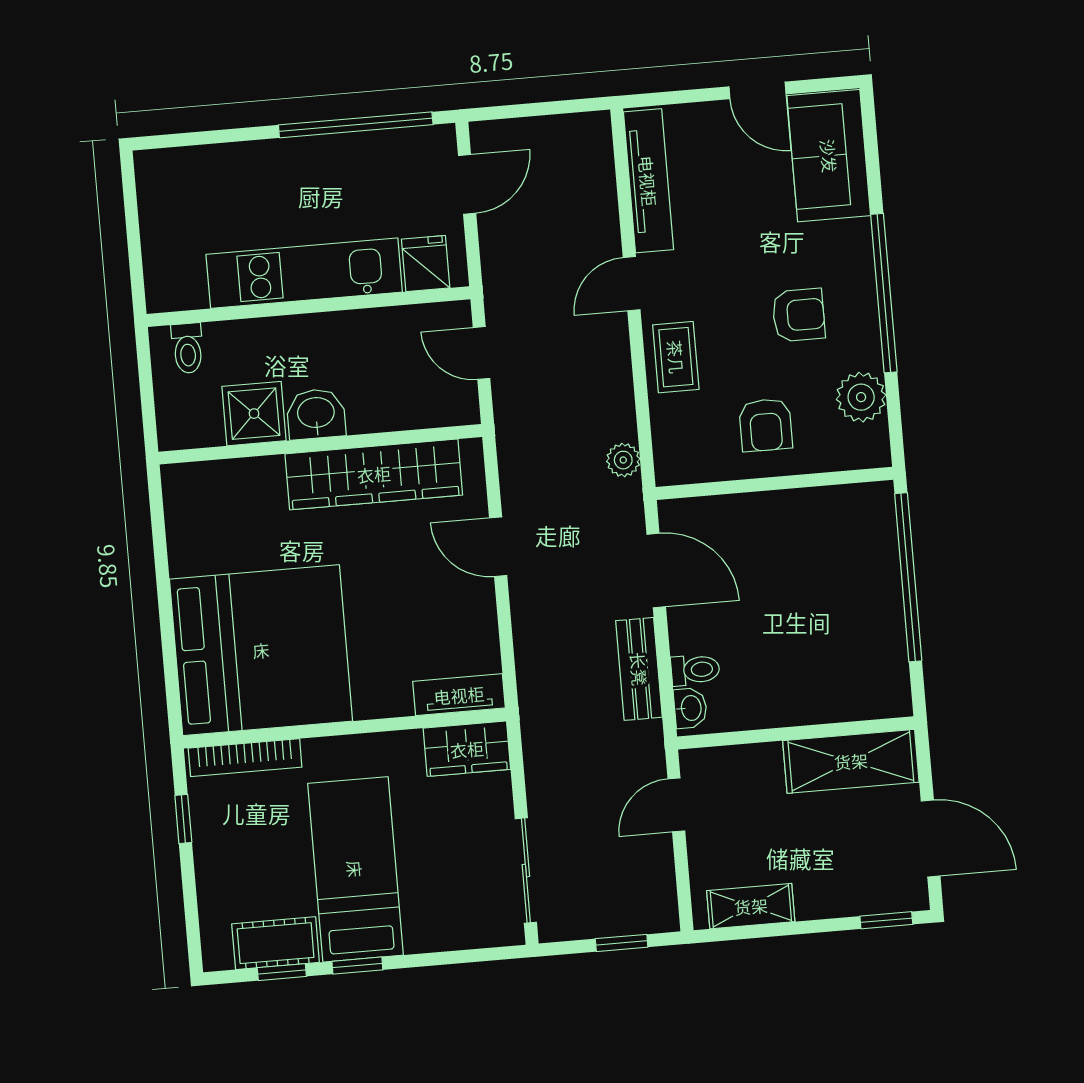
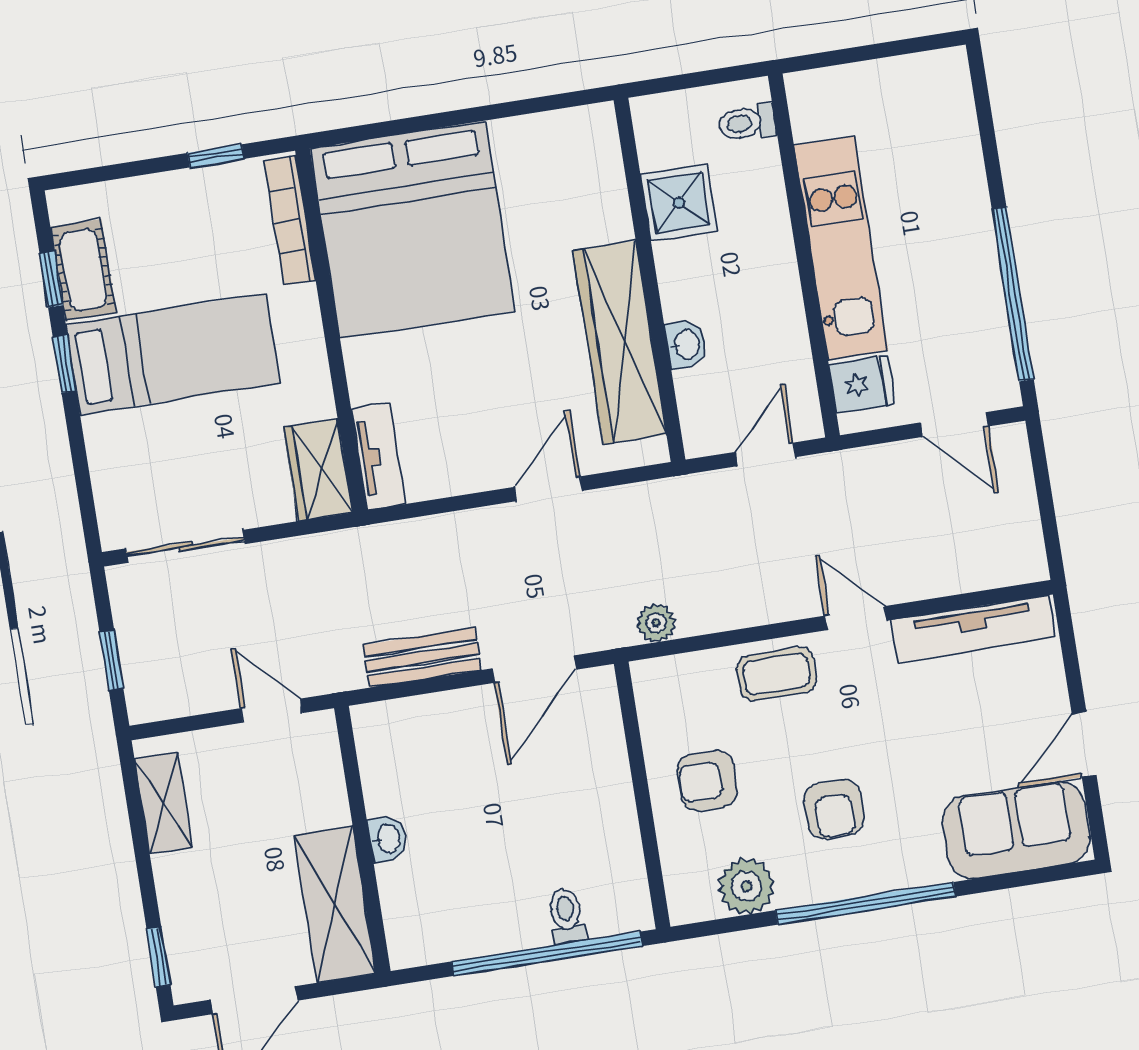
washbasin: (316, 414) -> (686, 345), moved, width x0.72, depth x0.69
toilet: (695, 670) -> (566, 916), moved, turned 180
washbasin: (690, 708) -> (388, 839), moved, turned -90

